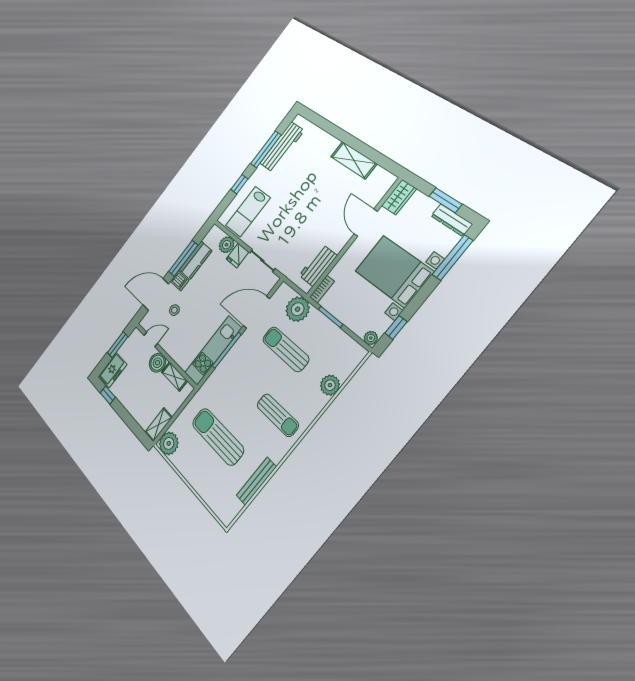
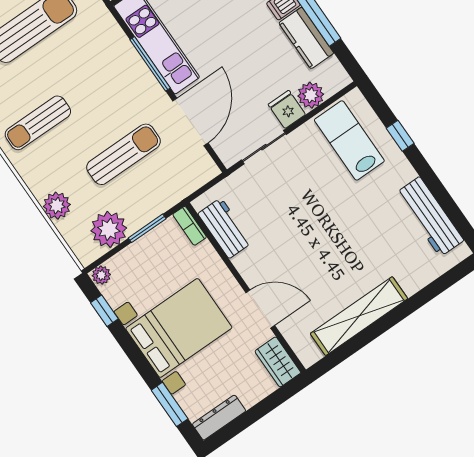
window: (266, 149) -> (438, 190), removed
shelving: (354, 160) -> (359, 316), width x1.47
window: (446, 200) -> (249, 418), removed
window: (453, 258) -> (170, 404), width x0.69
plant: (298, 309) -> (109, 229), moved

